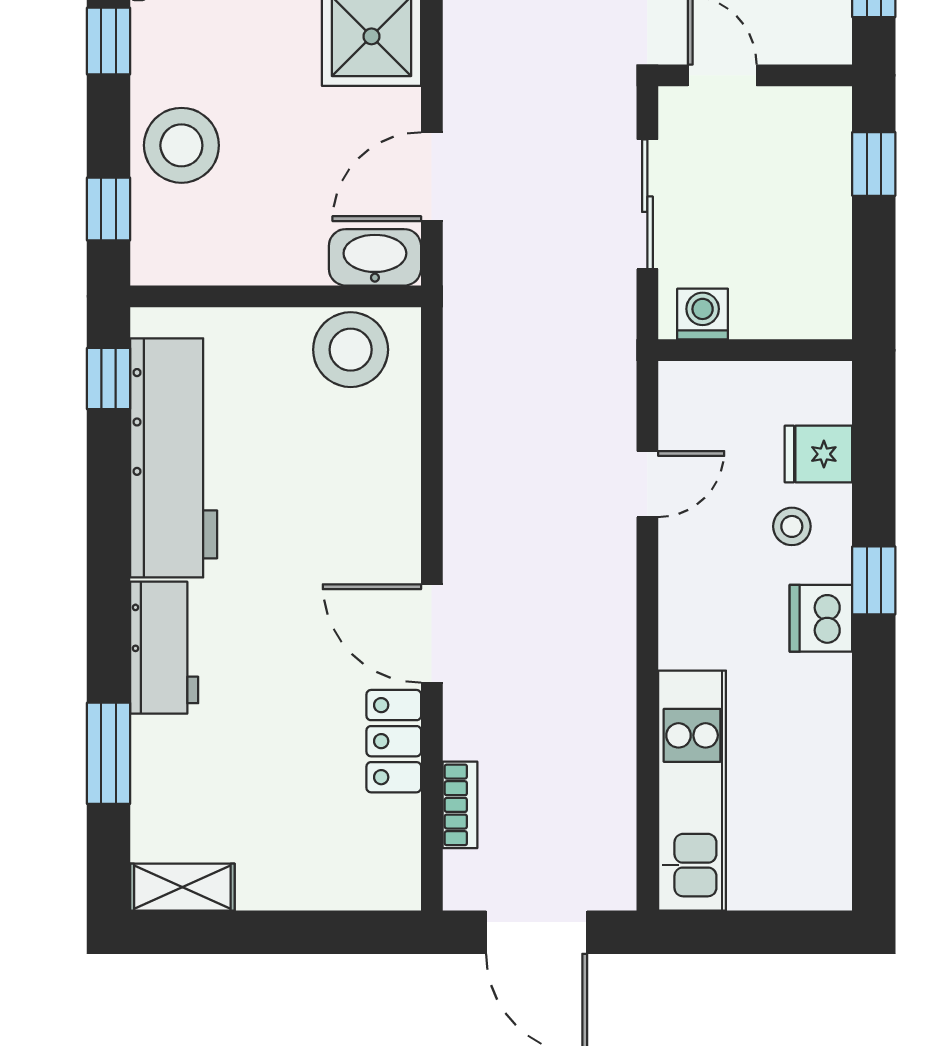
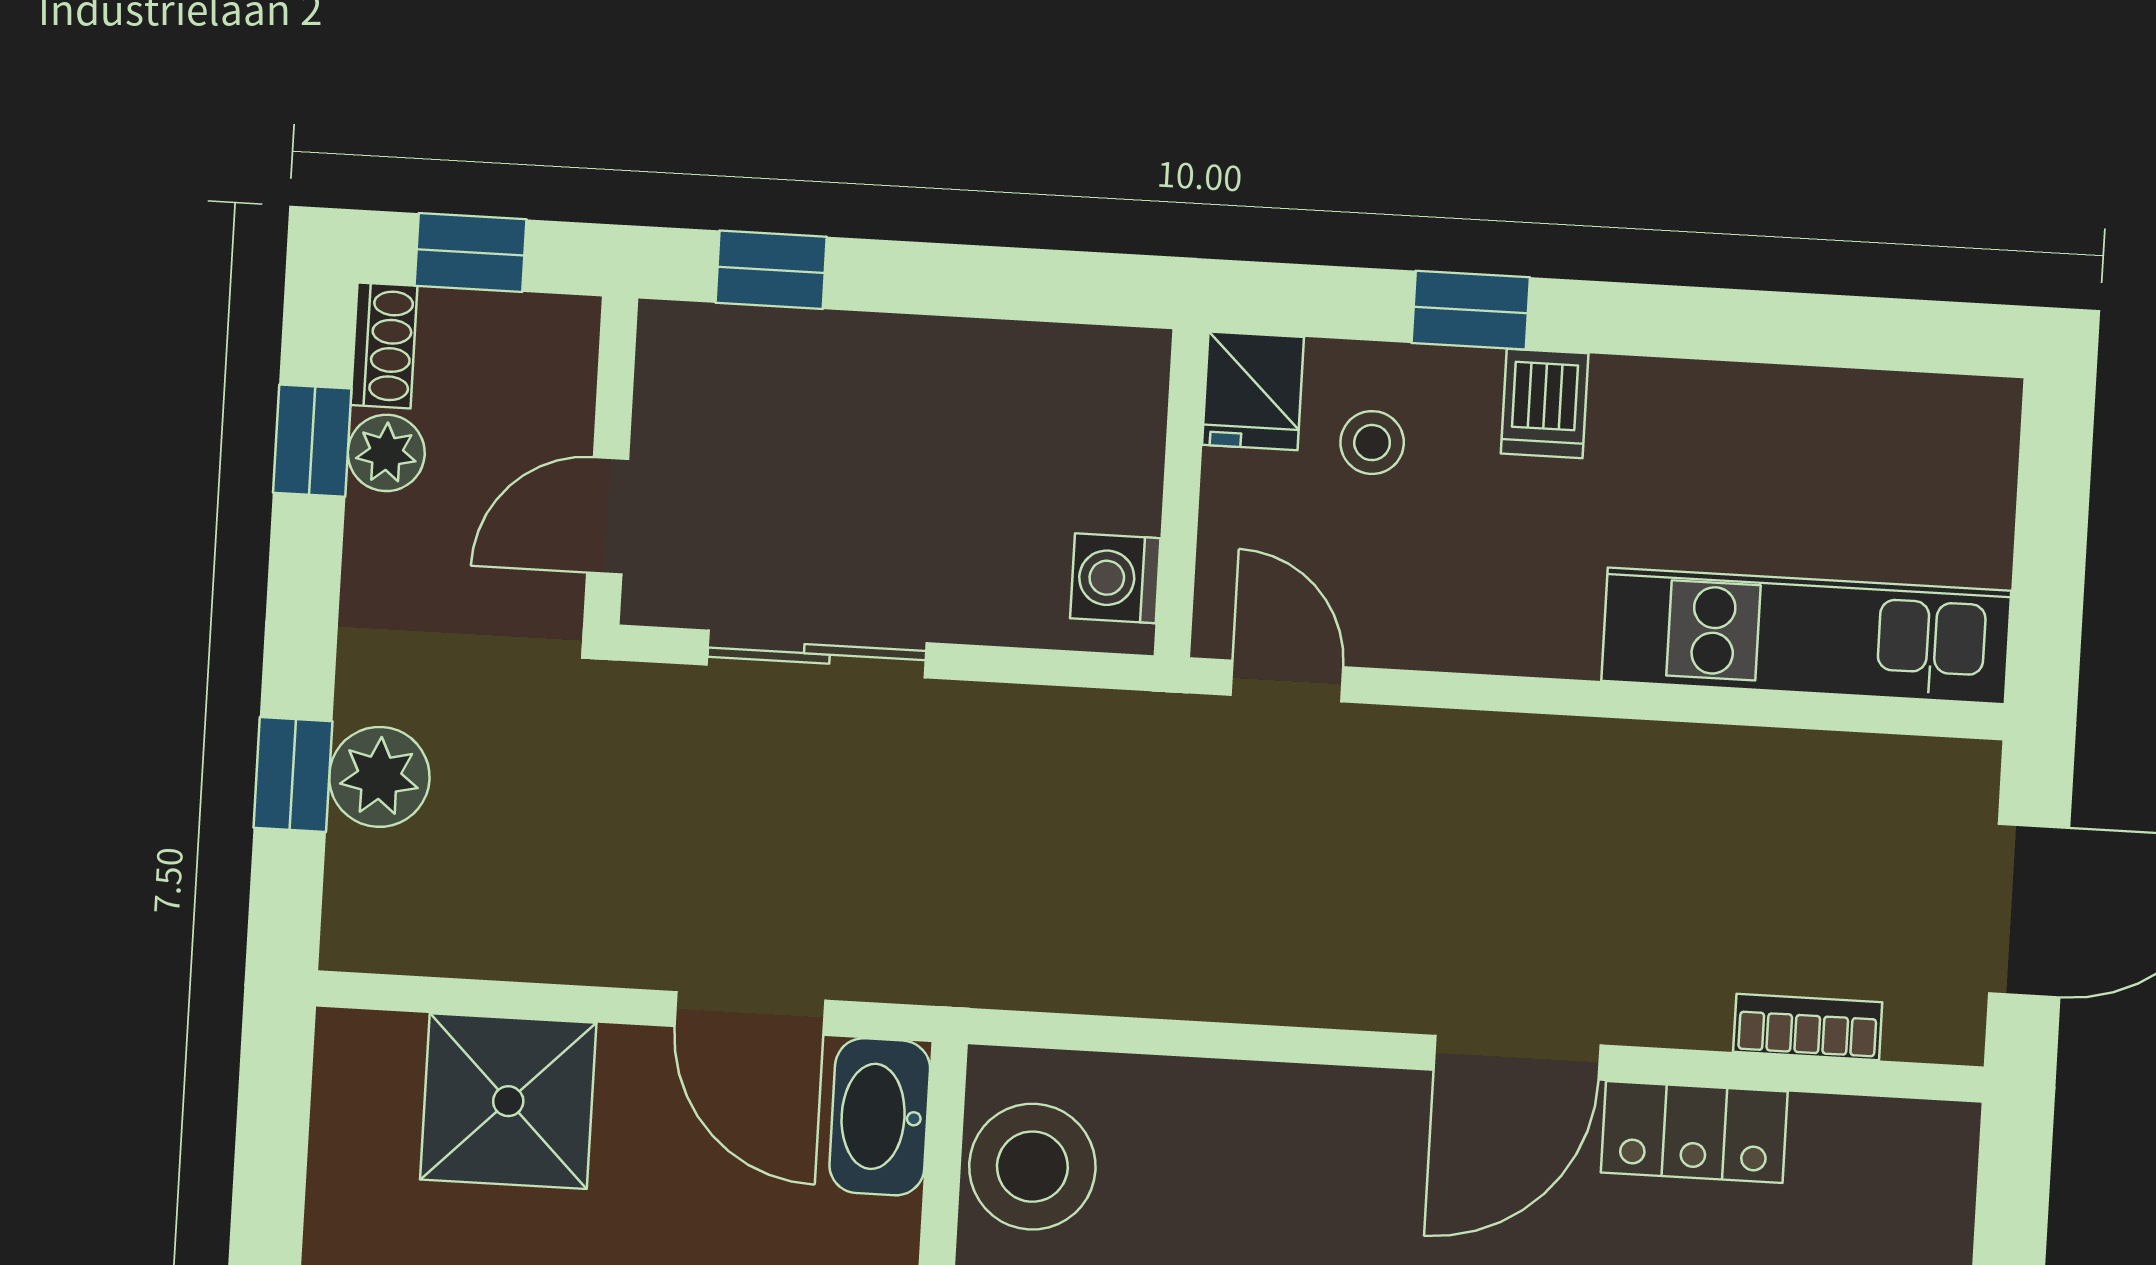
washing machine: (703, 314) -> (1115, 578), moved
wall: (755, 350) -> (1181, 493), moved
dishwasher: (821, 618) -> (1545, 403), width x0.73

